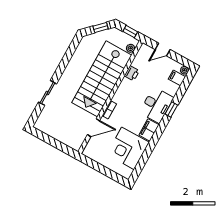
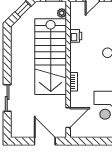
door: (93, 128) -> (68, 118), moved
door: (59, 145) -> (45, 141), added

